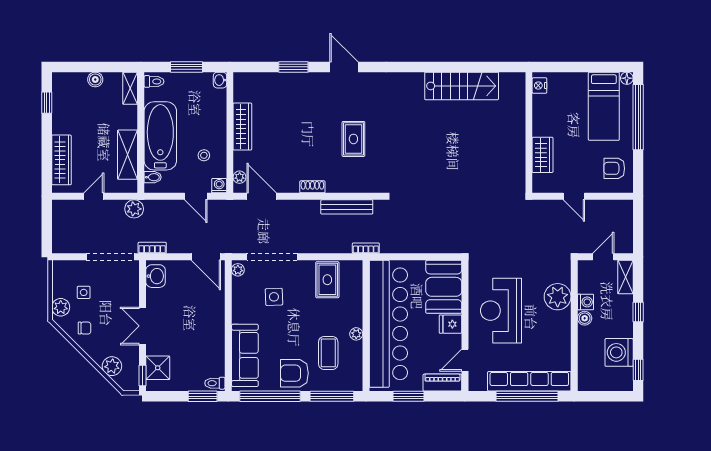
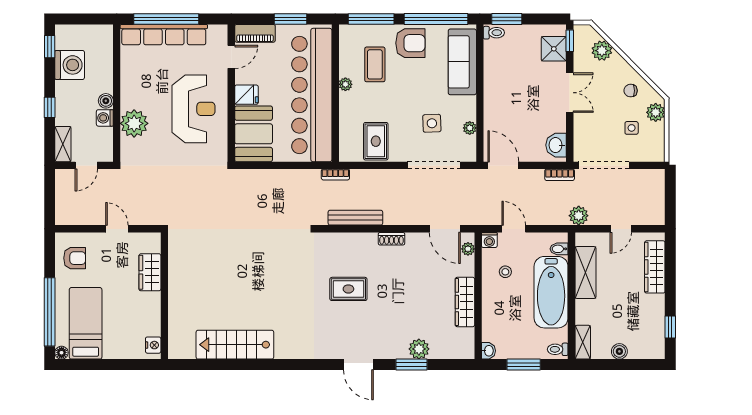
plant: (286, 82) -> (419, 349), added
rug: (353, 139) -> (348, 289), turned 90
plant: (238, 270) -> (470, 128), moved

